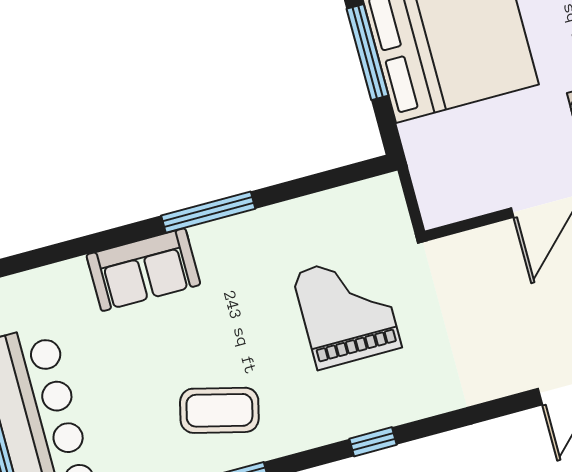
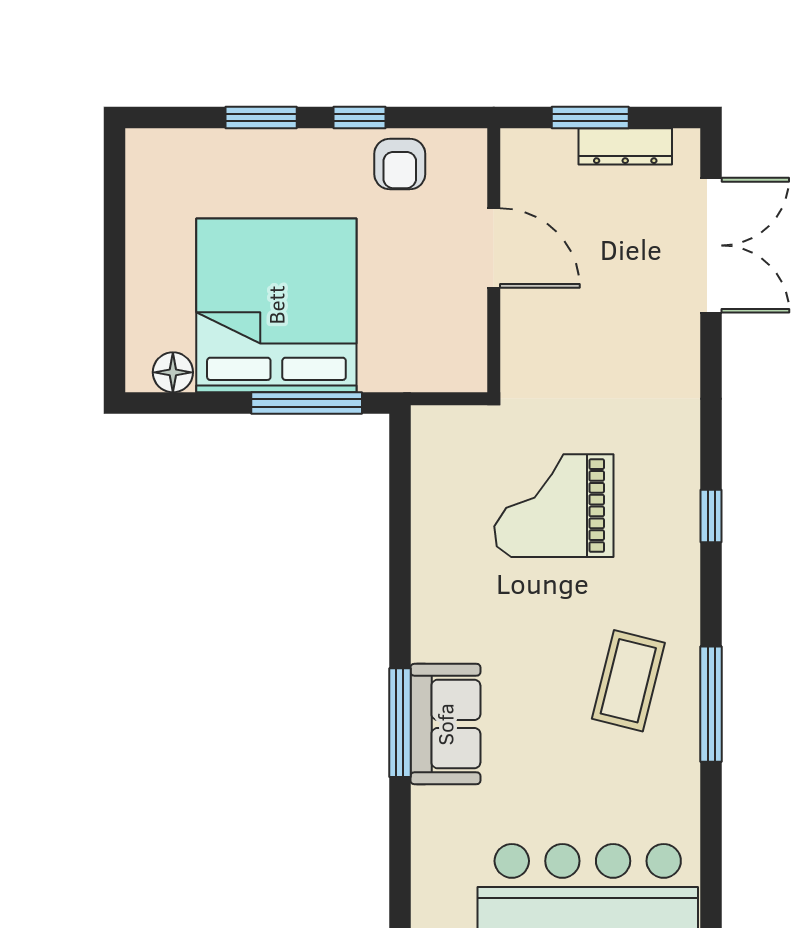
window: (367, 52) -> (307, 403), moved
window: (208, 212) -> (400, 723), moved

